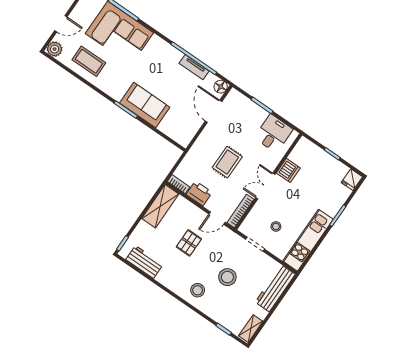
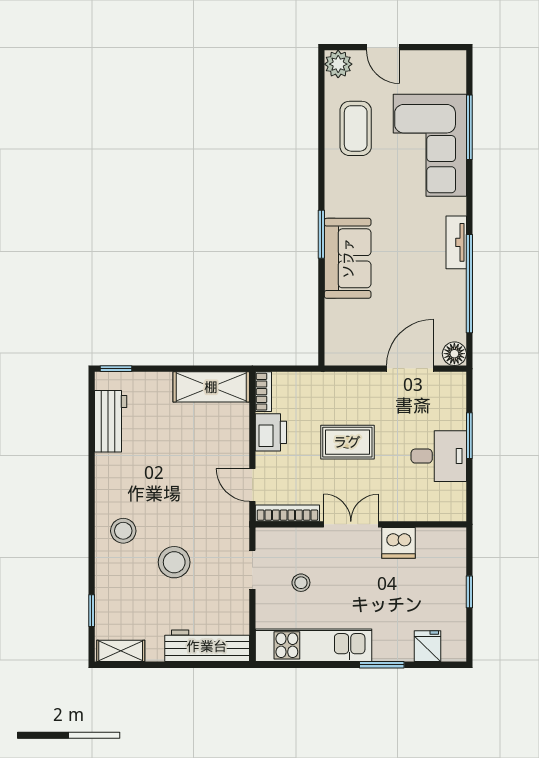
tv unit: (194, 67) -> (456, 242), moved
desk: (273, 133) -> (439, 456), moved
fridge: (352, 180) -> (427, 646), moved, turned 90
pallet: (189, 243) -> (186, 468), removed

